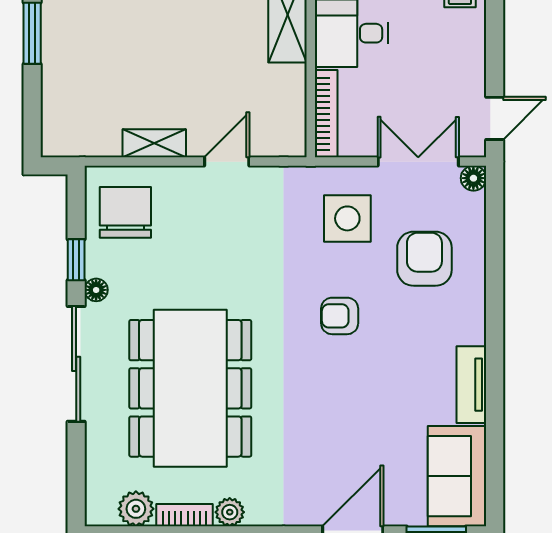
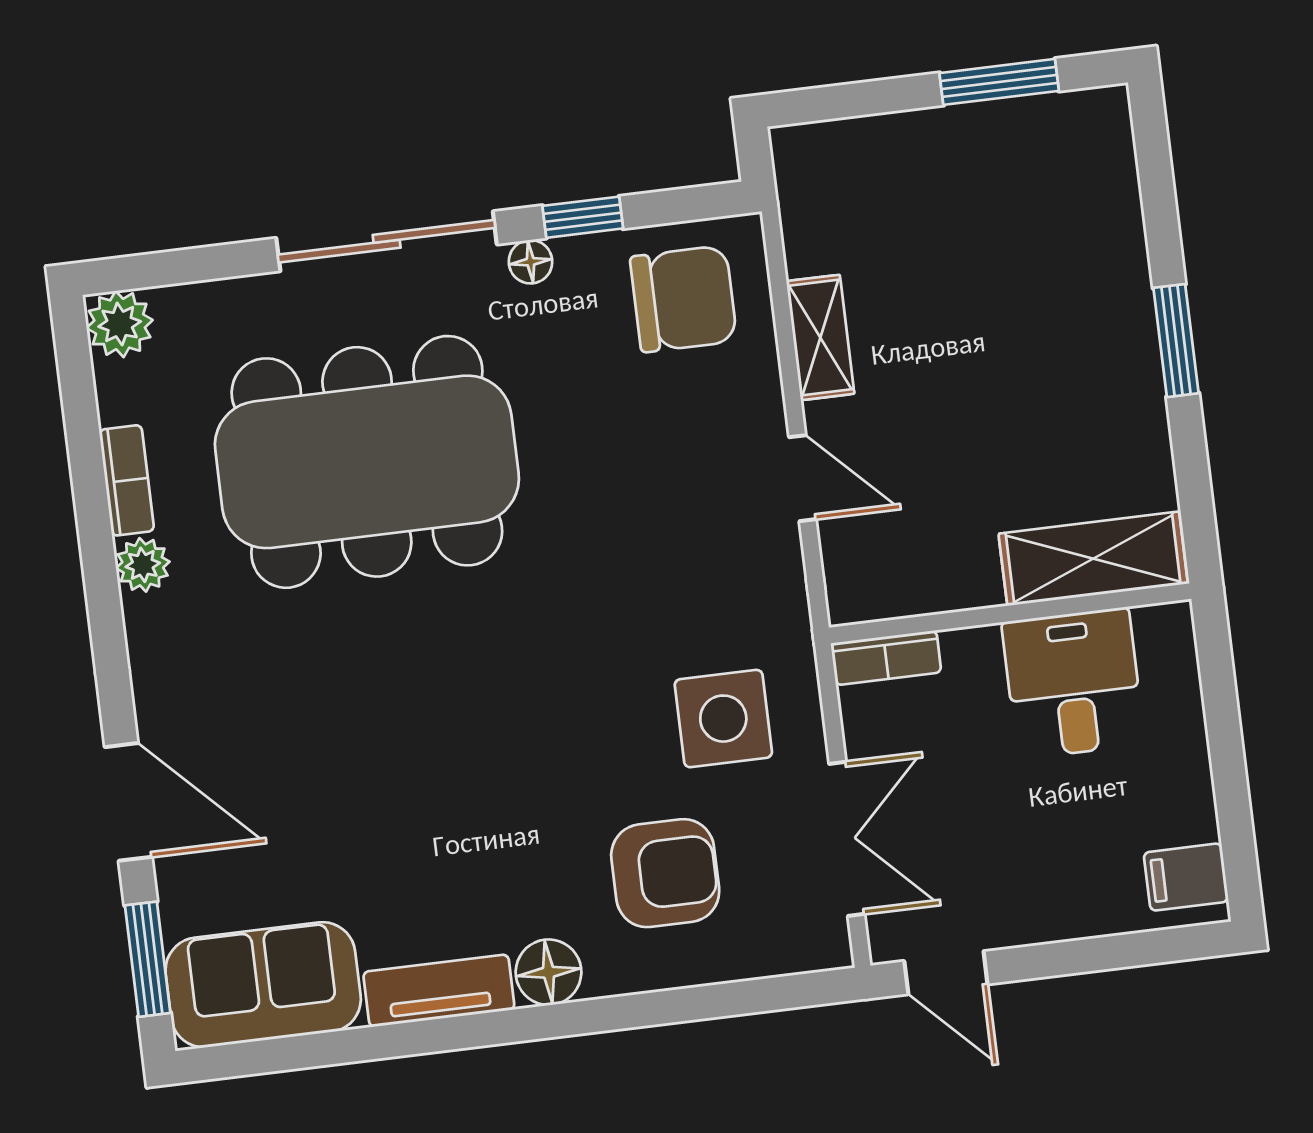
bookcase: (326, 114) -> (886, 658), width x0.64
floor lamp: (473, 178) -> (549, 972), moved, width x1.37, depth x1.37
armchair: (340, 316) -> (538, 726), removed
plant: (136, 509) -> (120, 324), moved

